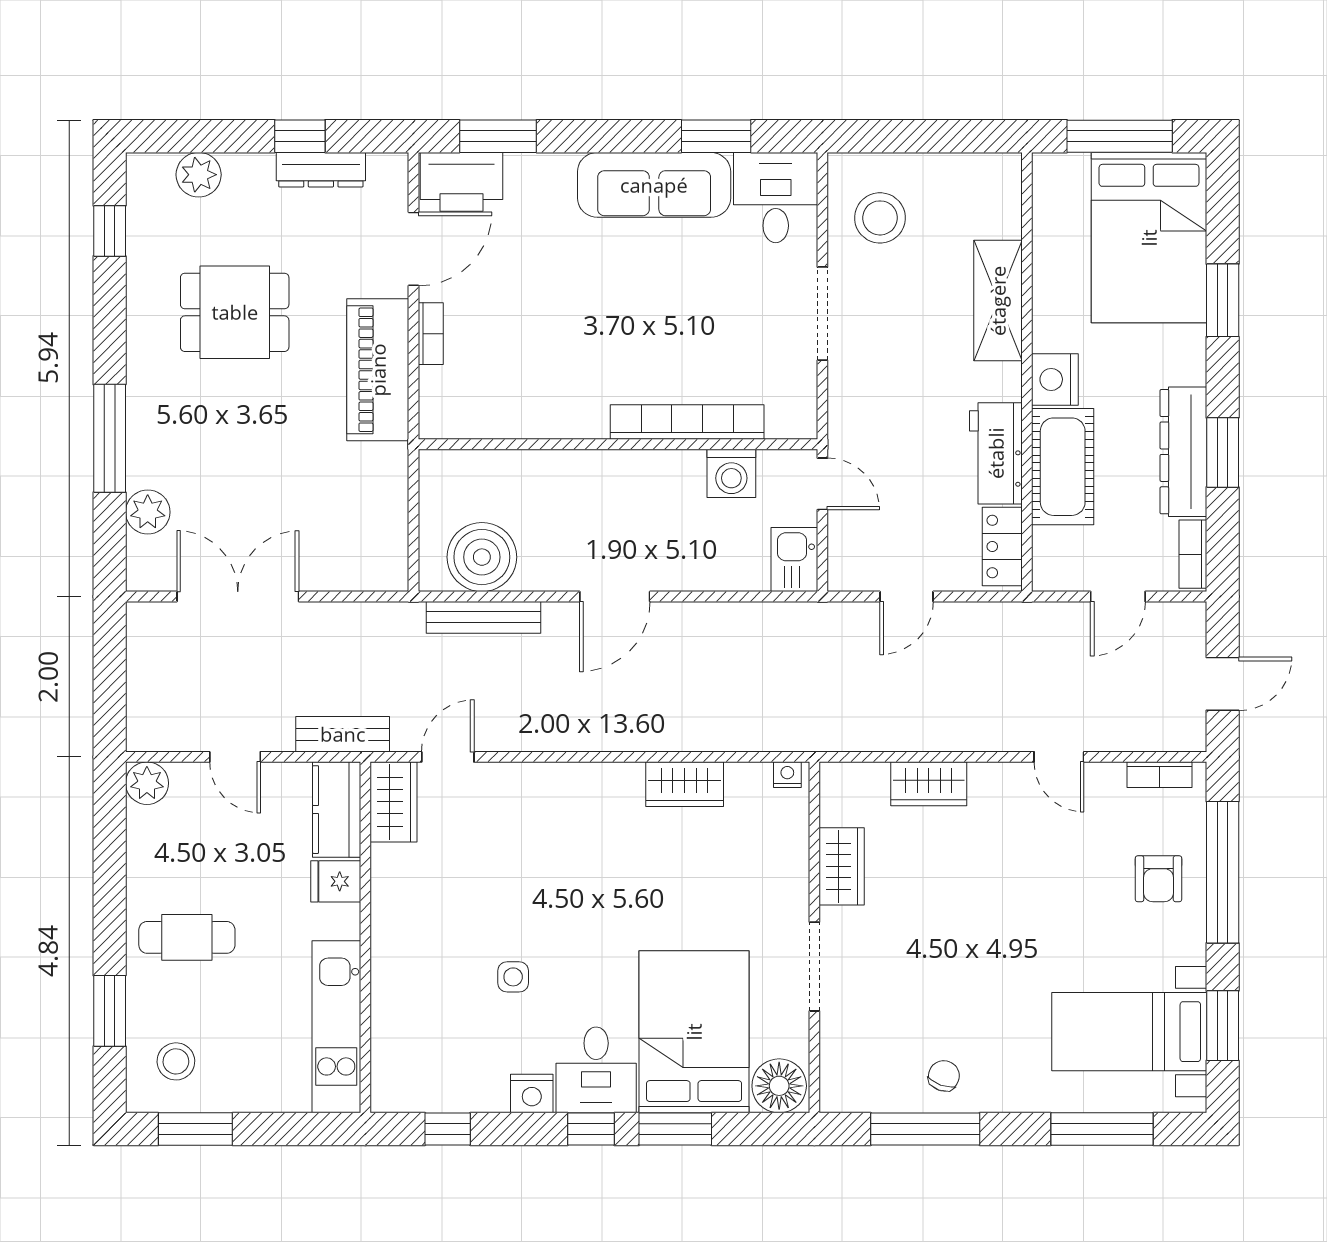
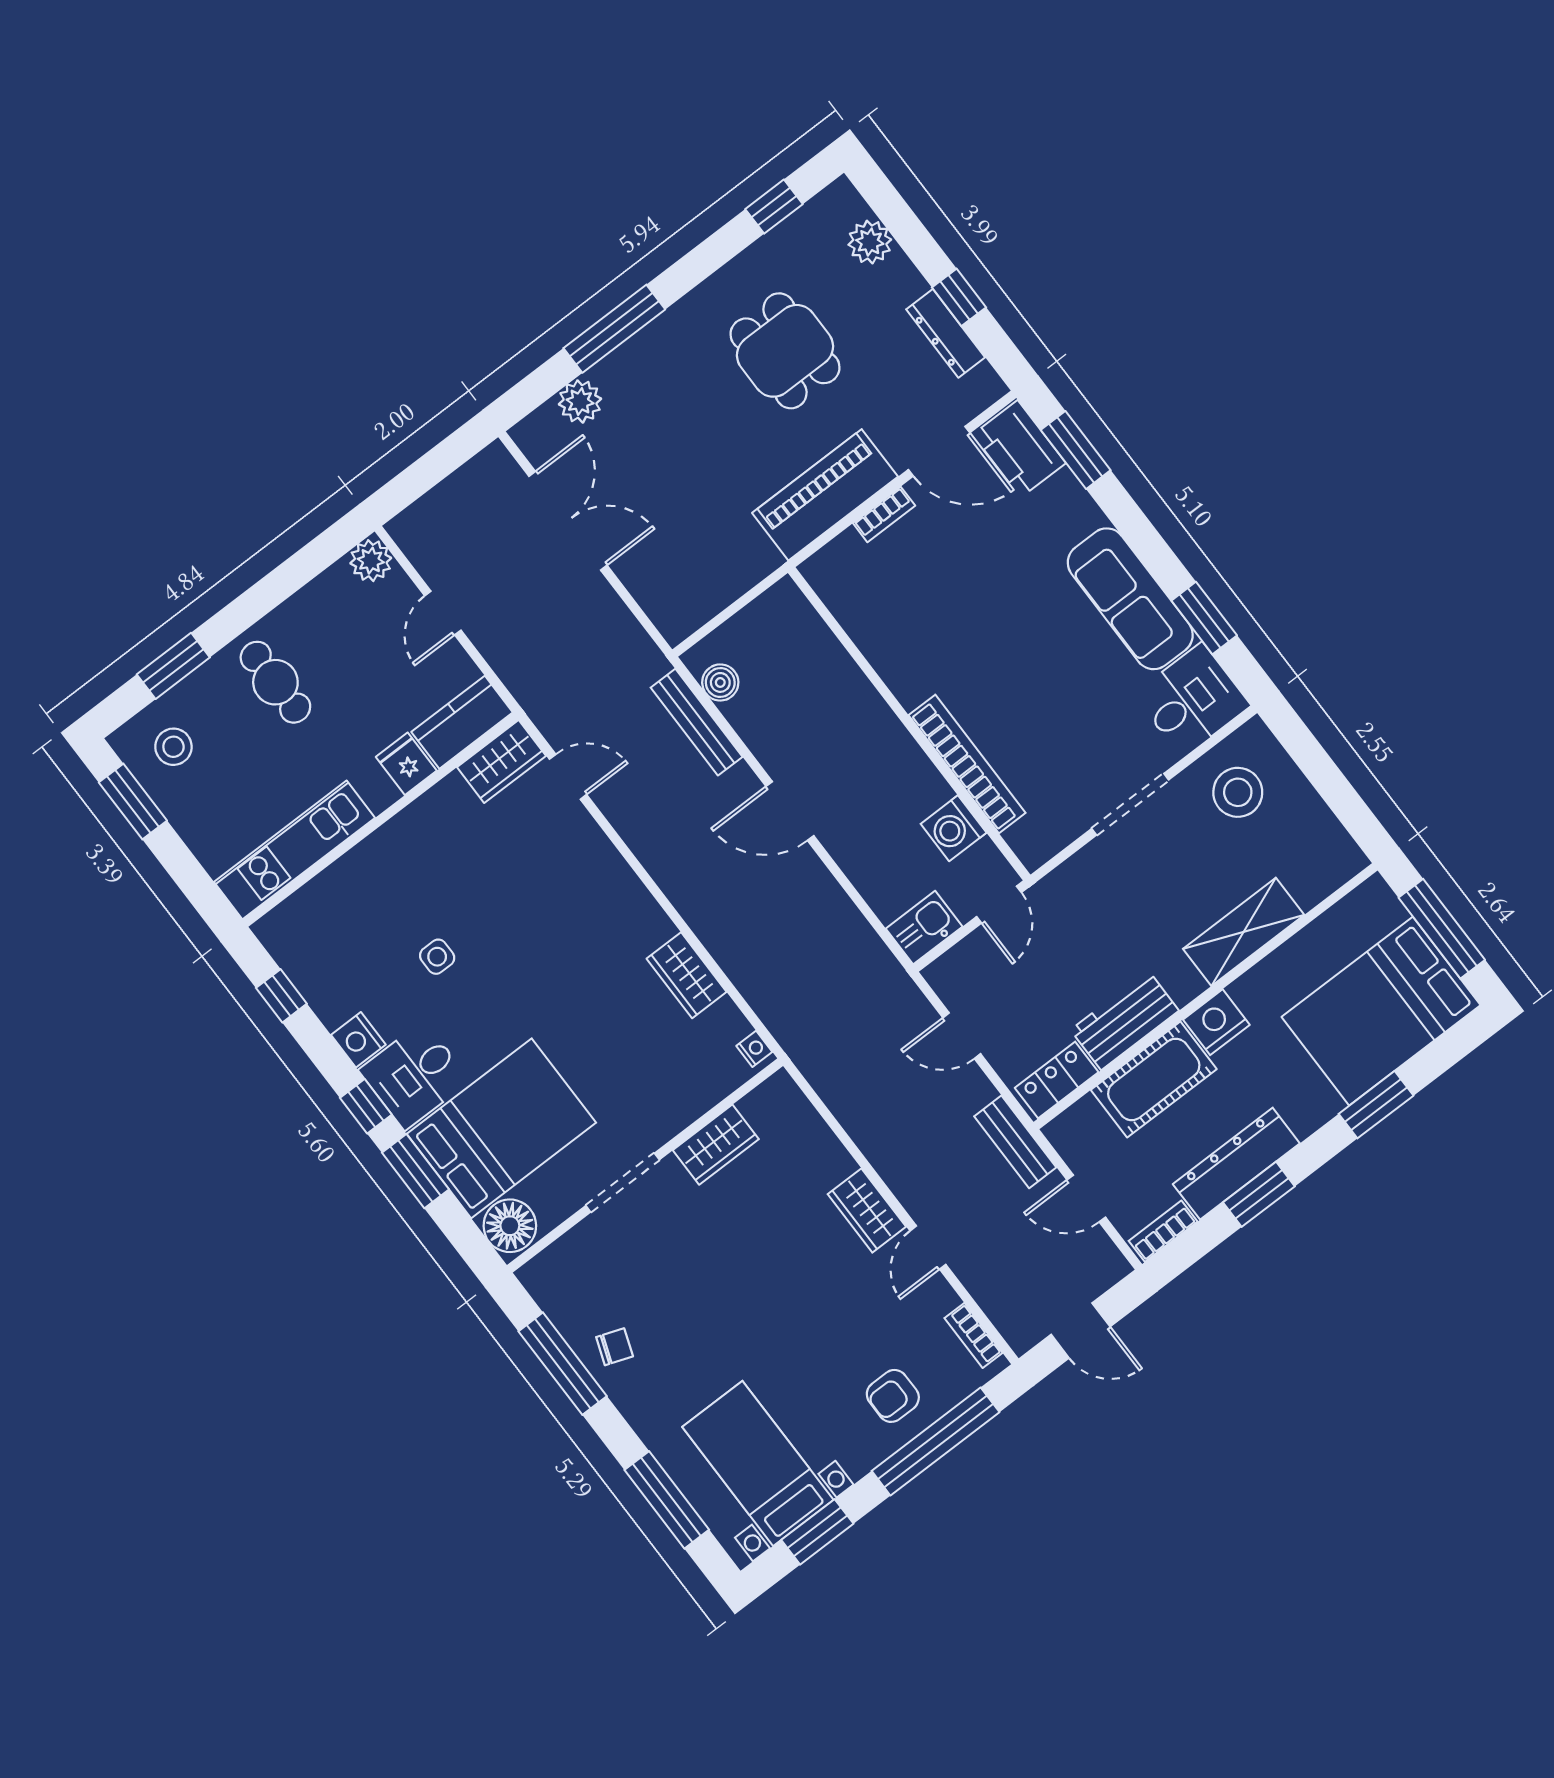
boiler: (482, 557) -> (720, 682), width x0.54, depth x0.54
bench: (343, 734) -> (1015, 1142), moved
wardrobe: (929, 784) -> (867, 1210), moved

